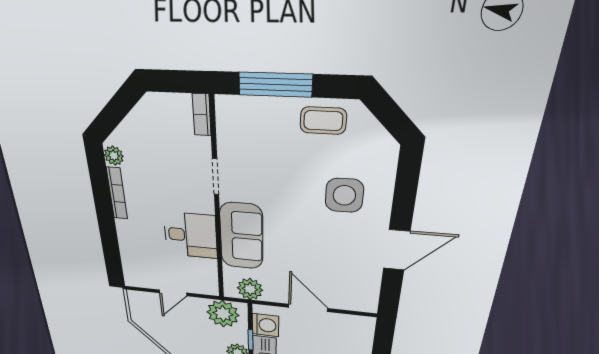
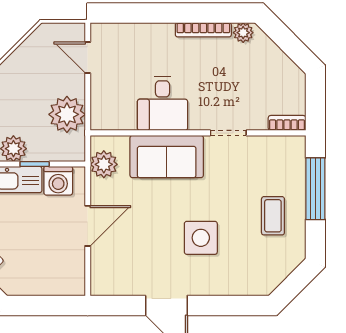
coffee table: (323, 121) -> (273, 216), moved
side table: (344, 195) -> (201, 238), moved
door: (173, 293) -> (88, 58), moved
plant: (223, 314) -> (67, 114), moved

